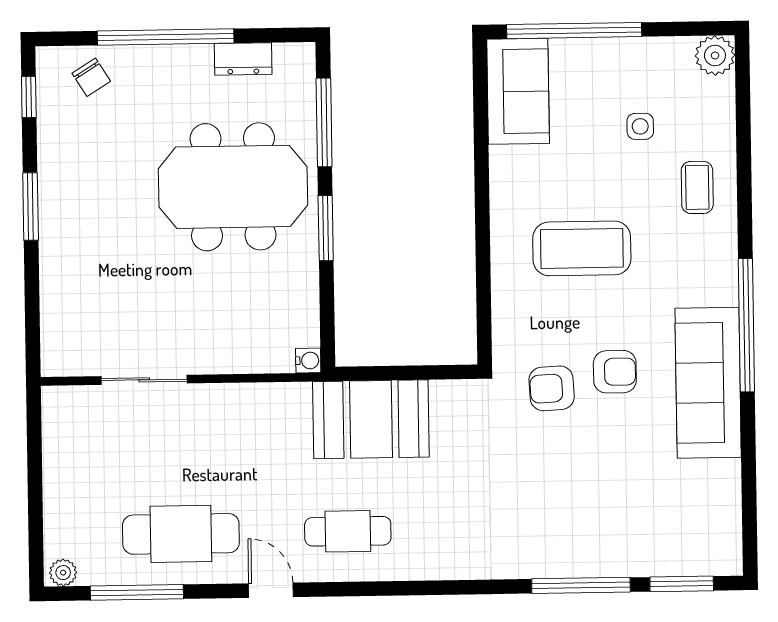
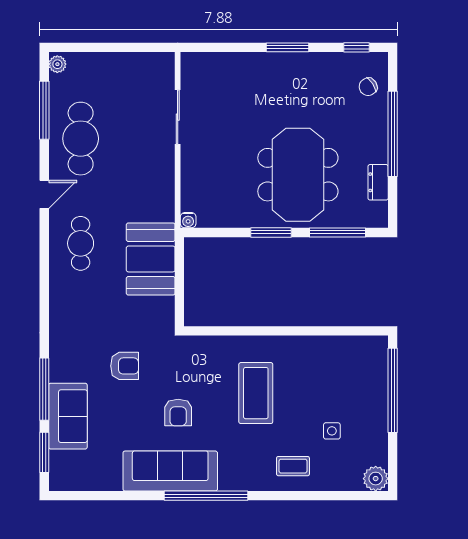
sofa: (518, 91) -> (68, 416), moved, turned -90
armchair: (552, 388) -> (125, 366), moved, turned 93

